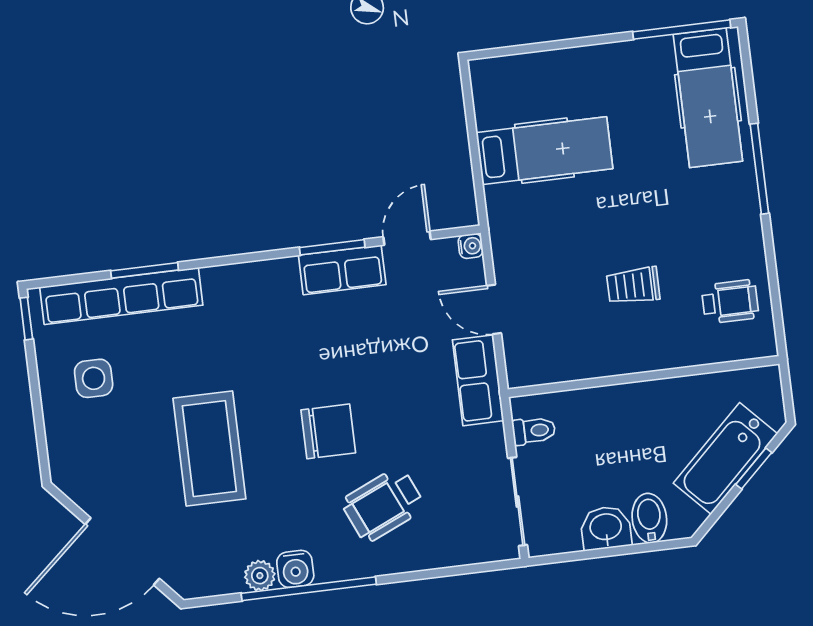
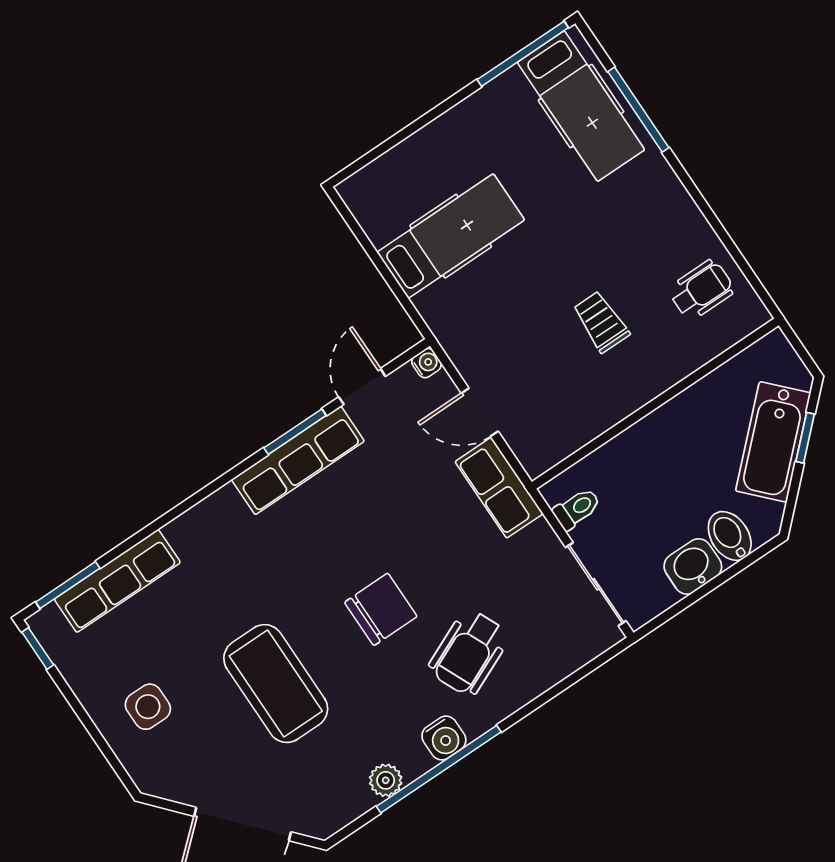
window: (759, 169) -> (638, 110), moved
window: (145, 270) -> (68, 585), moved
row of seats: (342, 270) -> (298, 460), width x1.48
trolley: (633, 286) -> (601, 322), turned 90
row of seats: (121, 296) -> (117, 581), width x0.73
side table: (94, 378) -> (148, 707), moved
water cooler: (295, 569) -> (444, 738), moved

